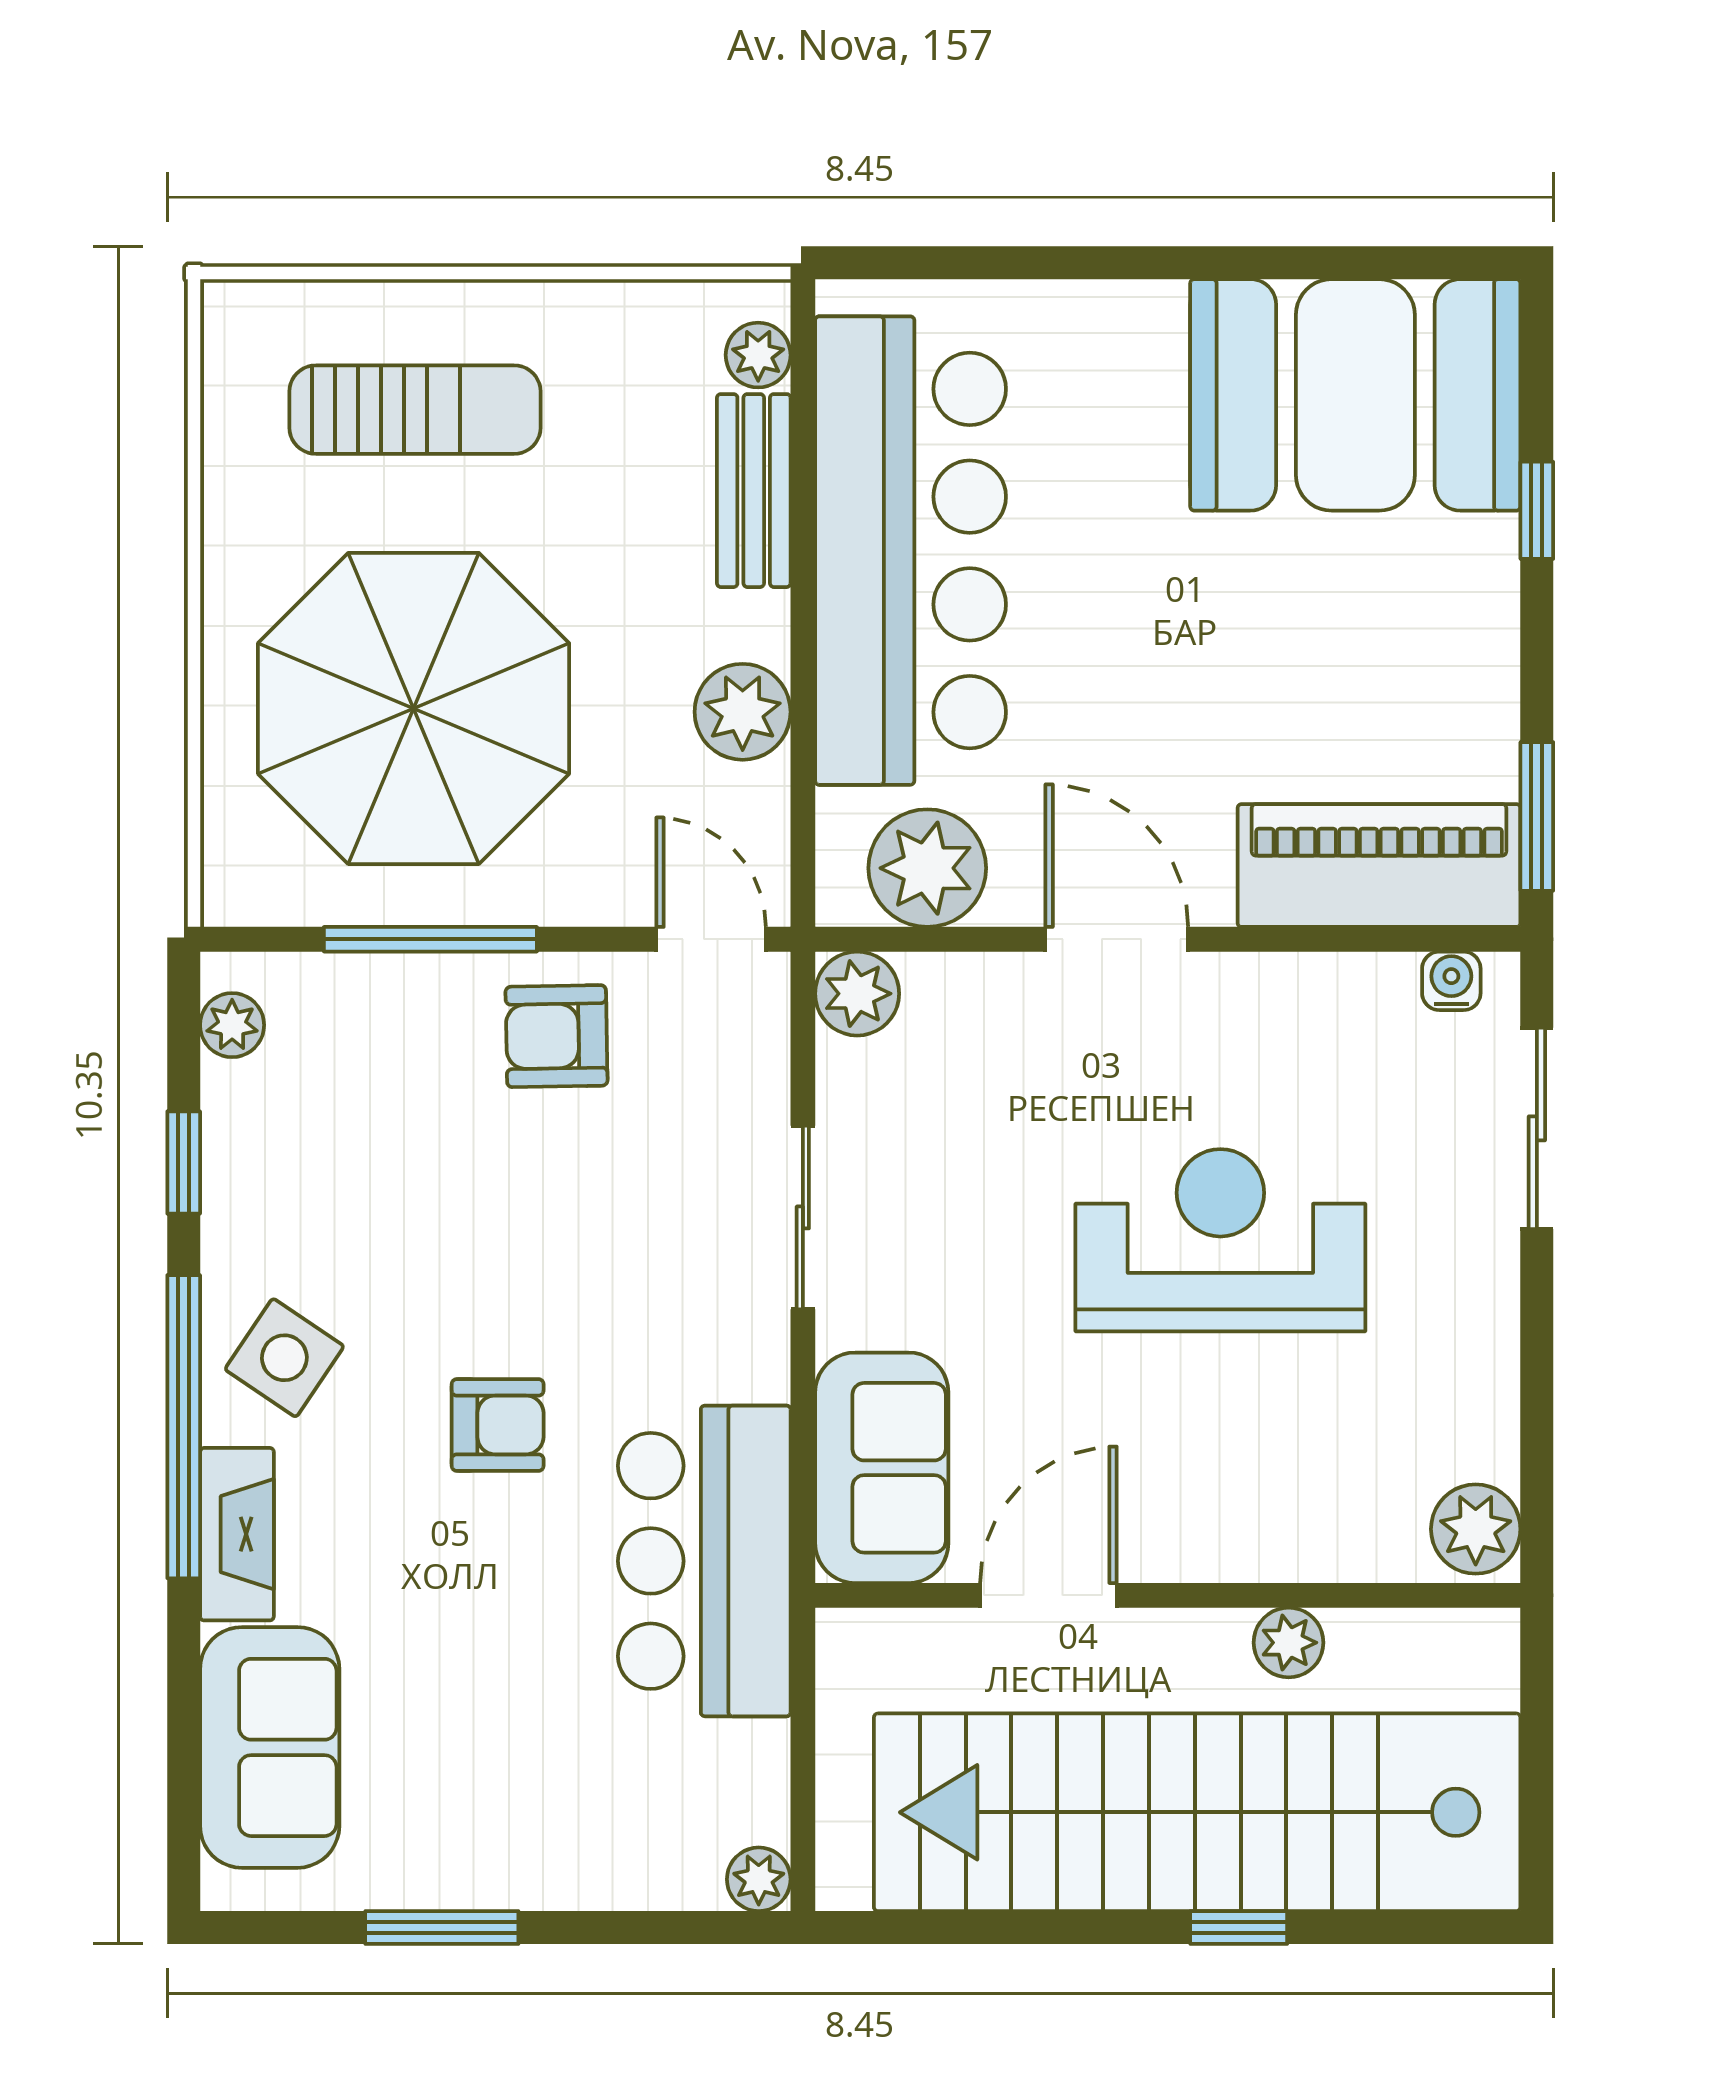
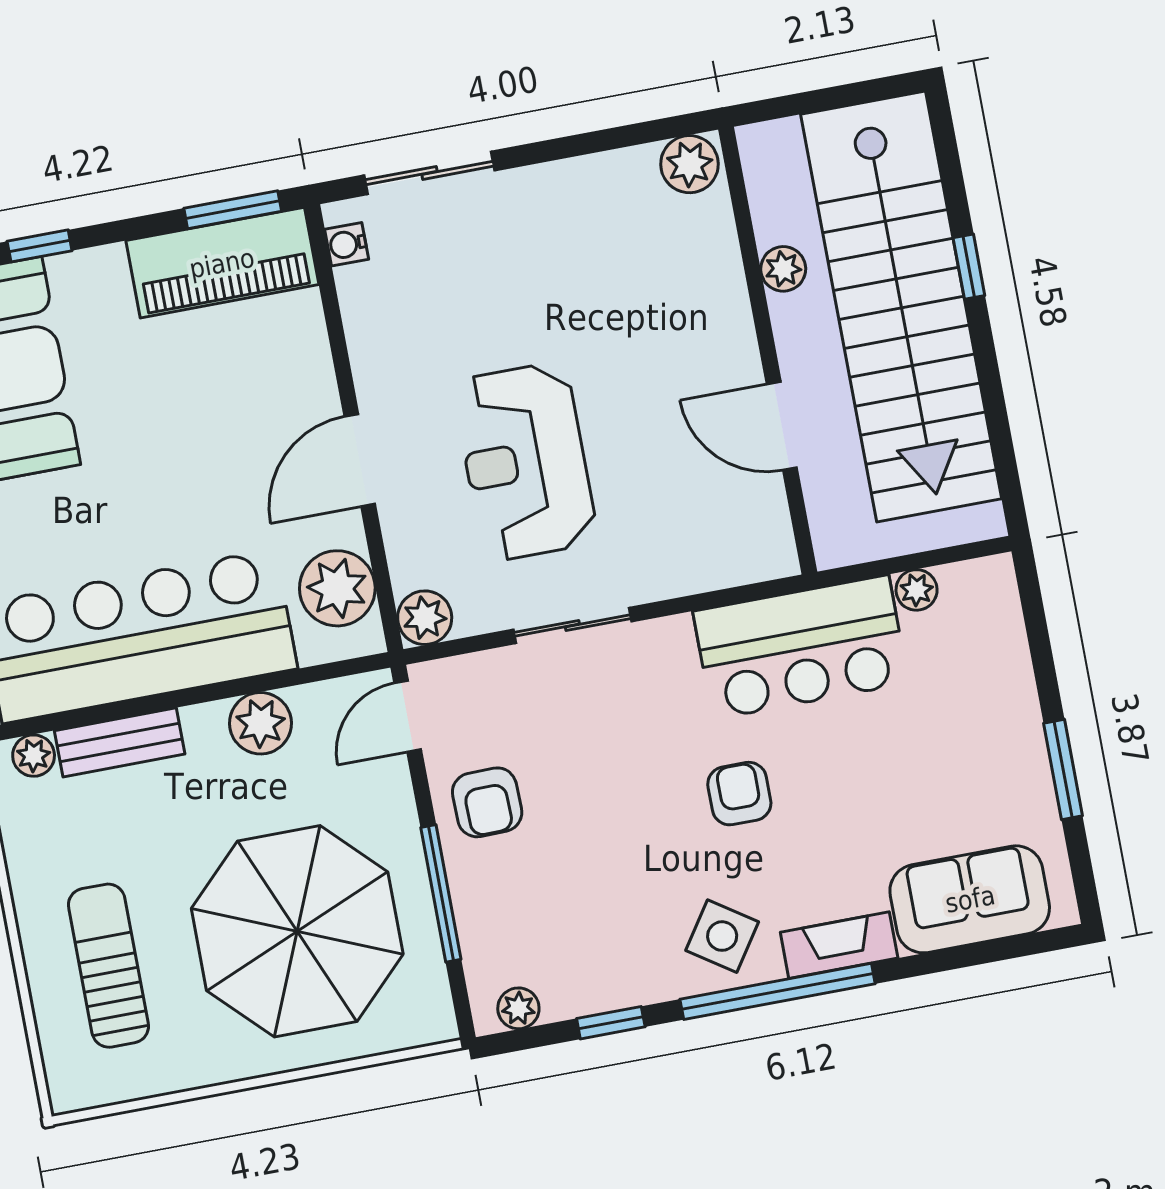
piano: (1379, 866) -> (222, 263), moved, turned -90
reception desk: (1220, 1240) -> (525, 462), moved
sofa: (882, 1468) -> (721, 546), removed
plant: (759, 1879) -> (917, 590), moved

